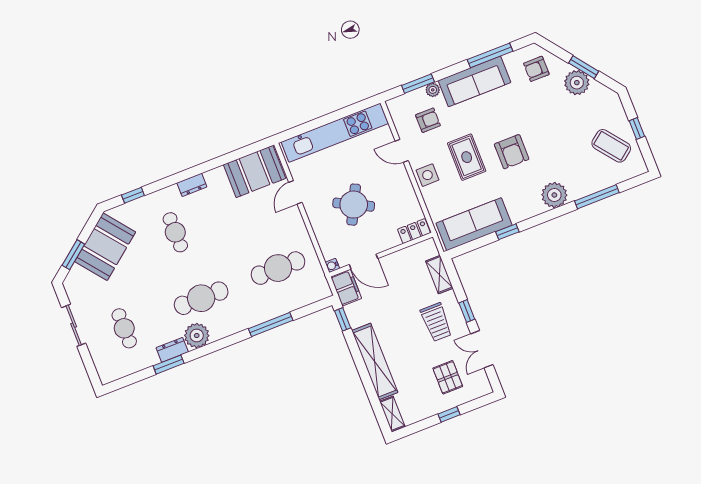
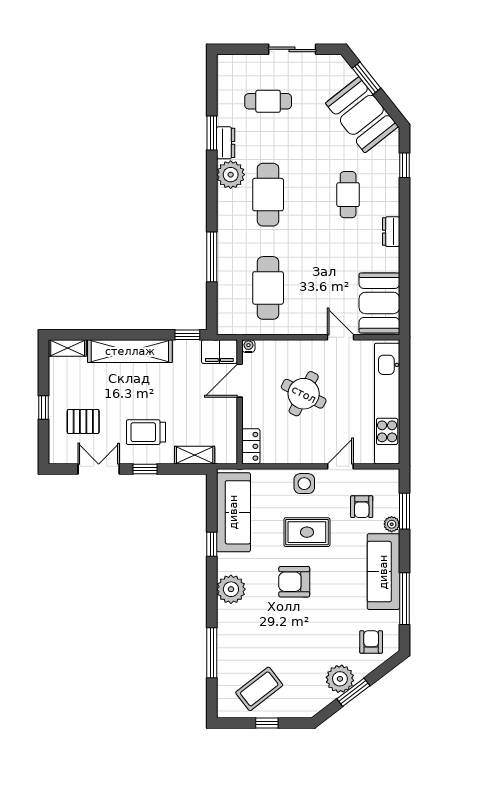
plant: (554, 195) -> (231, 589), moved
cafe table: (175, 232) -> (348, 195), turned 90

